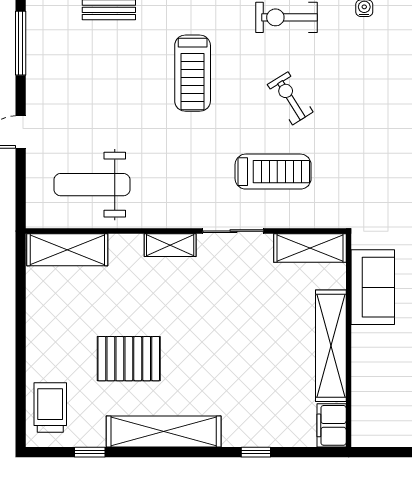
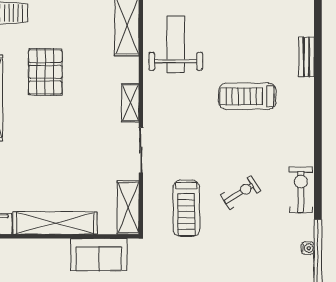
treadmill: (193, 73) -> (247, 96), moved
treadmill: (273, 172) -> (186, 208), moved

